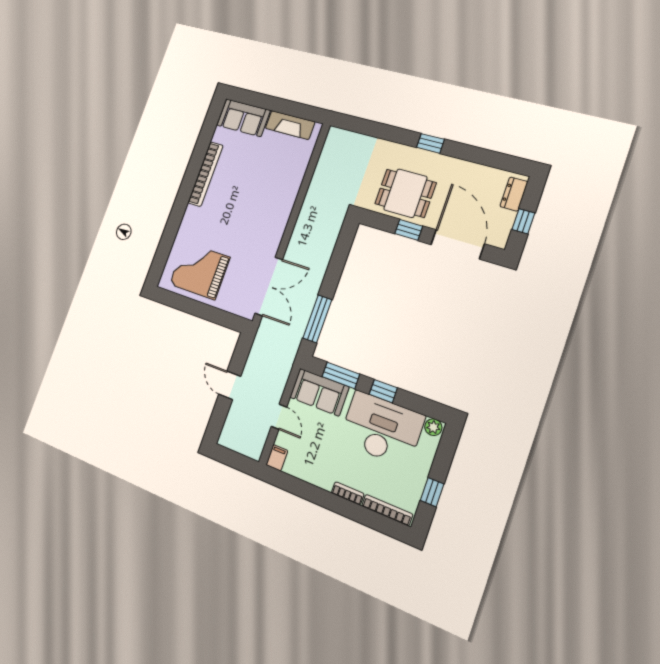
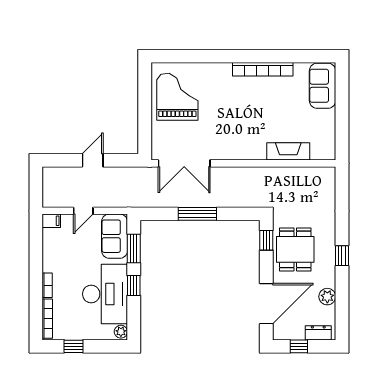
fireplace: (290, 125) -> (288, 151), moved, turned 90
plant: (473, 172) -> (327, 297), added
window: (409, 230) -> (266, 240), moved
window: (317, 319) -> (197, 214), moved

